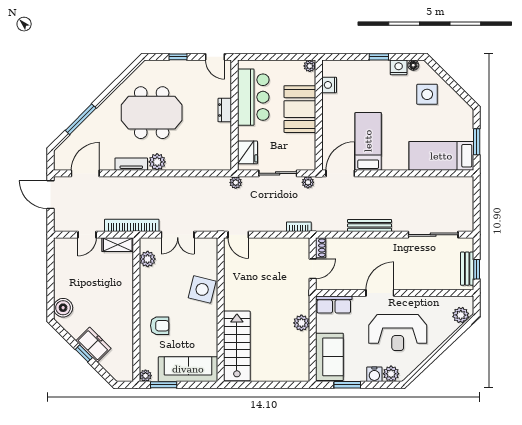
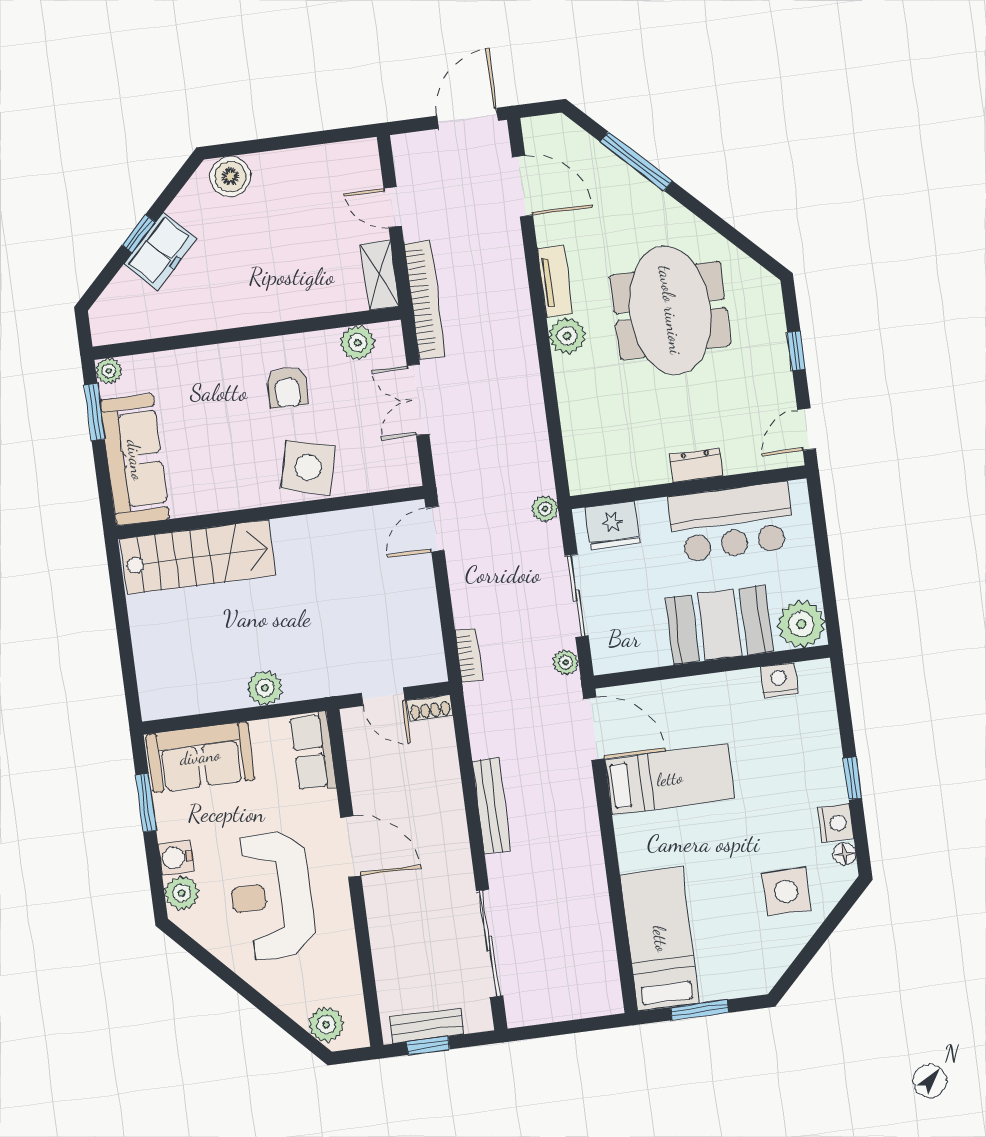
plant: (310, 66) -> (801, 624), width x1.88, depth x1.88
armchair: (160, 326) -> (287, 388), moved

